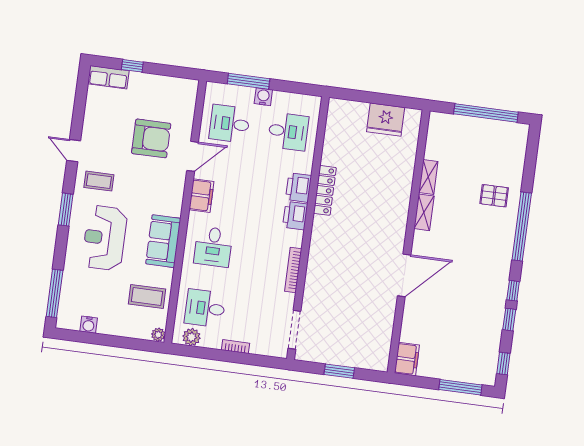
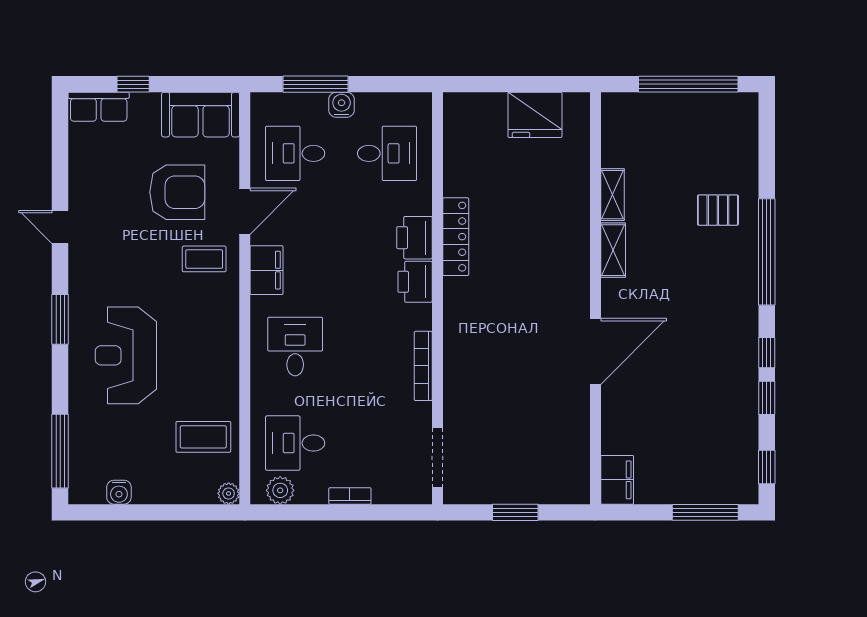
coffee table: (99, 181) -> (204, 259), moved
sofa: (163, 241) -> (201, 115), moved, turned -90
desk: (213, 247) -> (295, 346), turned 180

